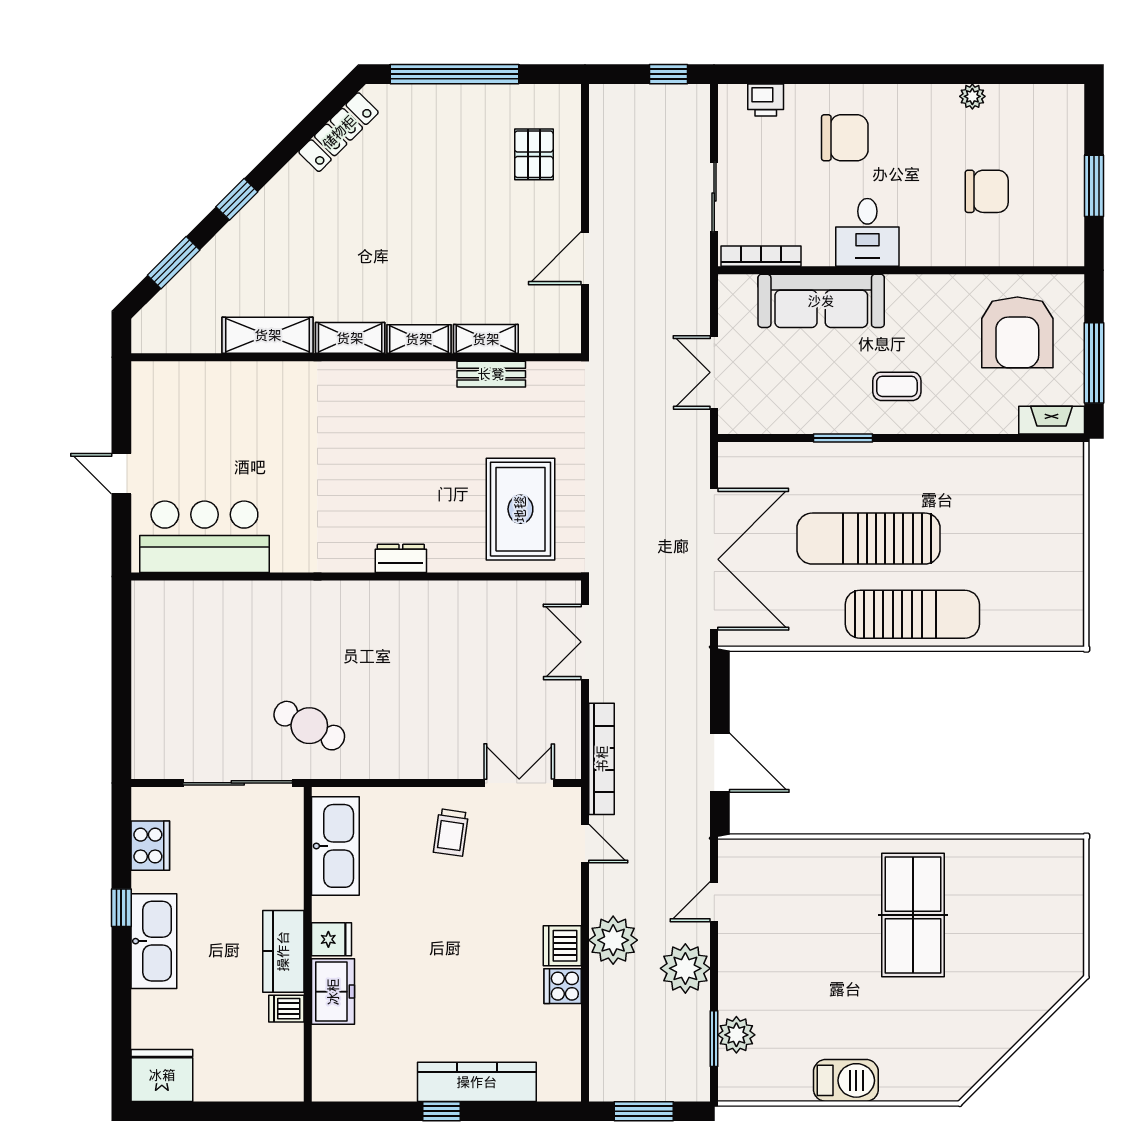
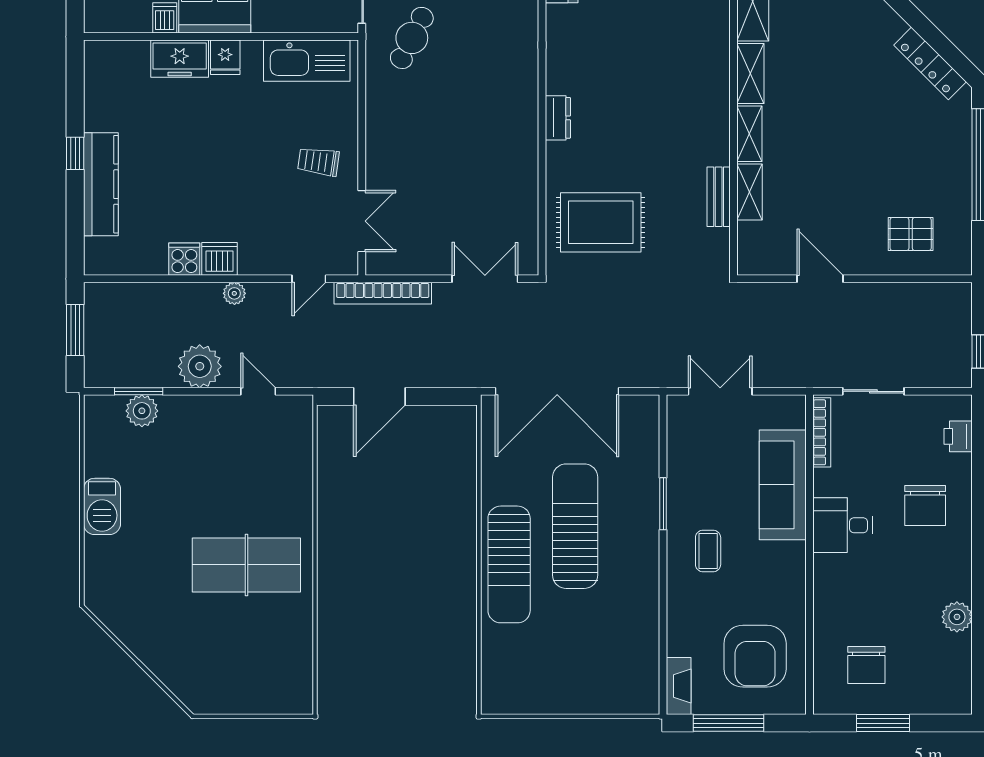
plant: (972, 96) -> (957, 617), width x1.38, depth x1.38
chair: (987, 191) -> (866, 665), moved
armchair: (1017, 332) -> (755, 656), turned -90
plant: (613, 940) -> (234, 293), width x0.53, depth x0.53

